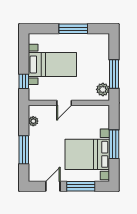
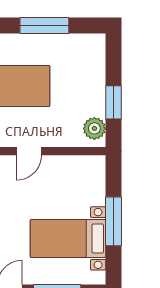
window: (114, 74) -> (113, 102), width x0.69
bed with nightstands: (87, 154) -> (68, 238), width x0.73

